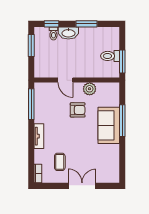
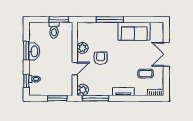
washbasin: (68, 33) -> (34, 51), moved
window: (31, 45) -> (57, 98), moved
plant: (41, 89) -> (83, 90), added
sofa: (109, 125) -> (134, 31), moved

